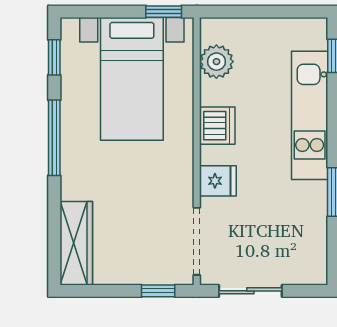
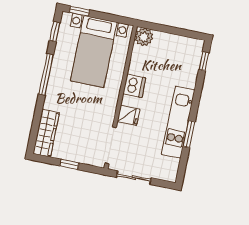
window: (164, 12) -> (80, 11), moved
plant: (216, 62) -> (144, 37), moved
kitchen unit: (310, 115) -> (178, 122), moved
window: (158, 291) -> (69, 164), moved

